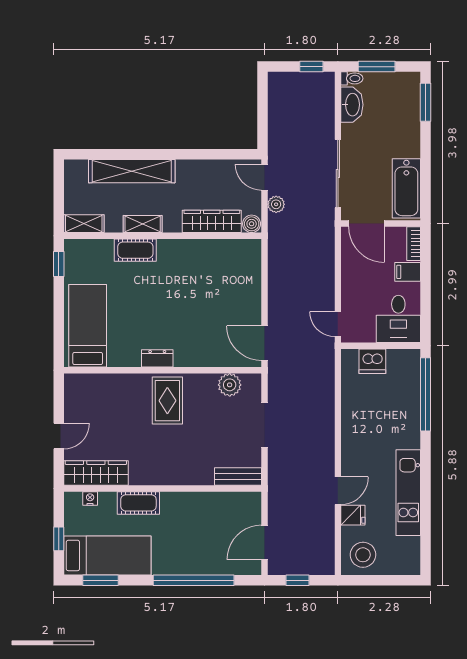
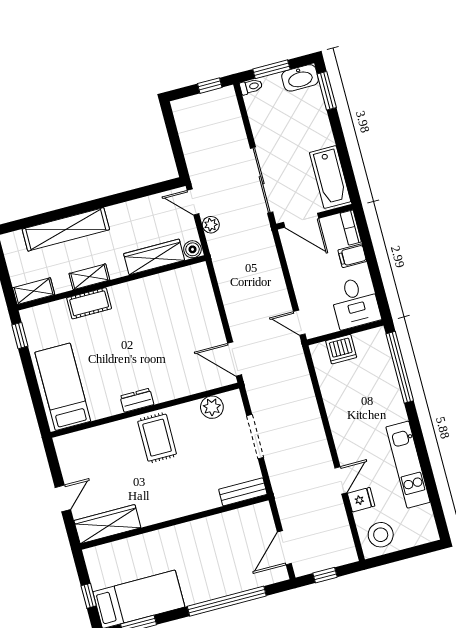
washbasin: (352, 105) -> (300, 78), moved, turned 90
nightstand: (90, 498) -> (108, 550), removed
cot: (138, 503) -> (155, 542), removed

